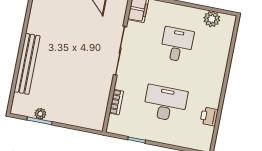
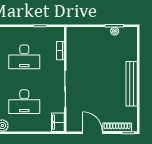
desk: (177, 45) -> (24, 102), width x1.37
bench: (27, 64) -> (132, 84), moved

